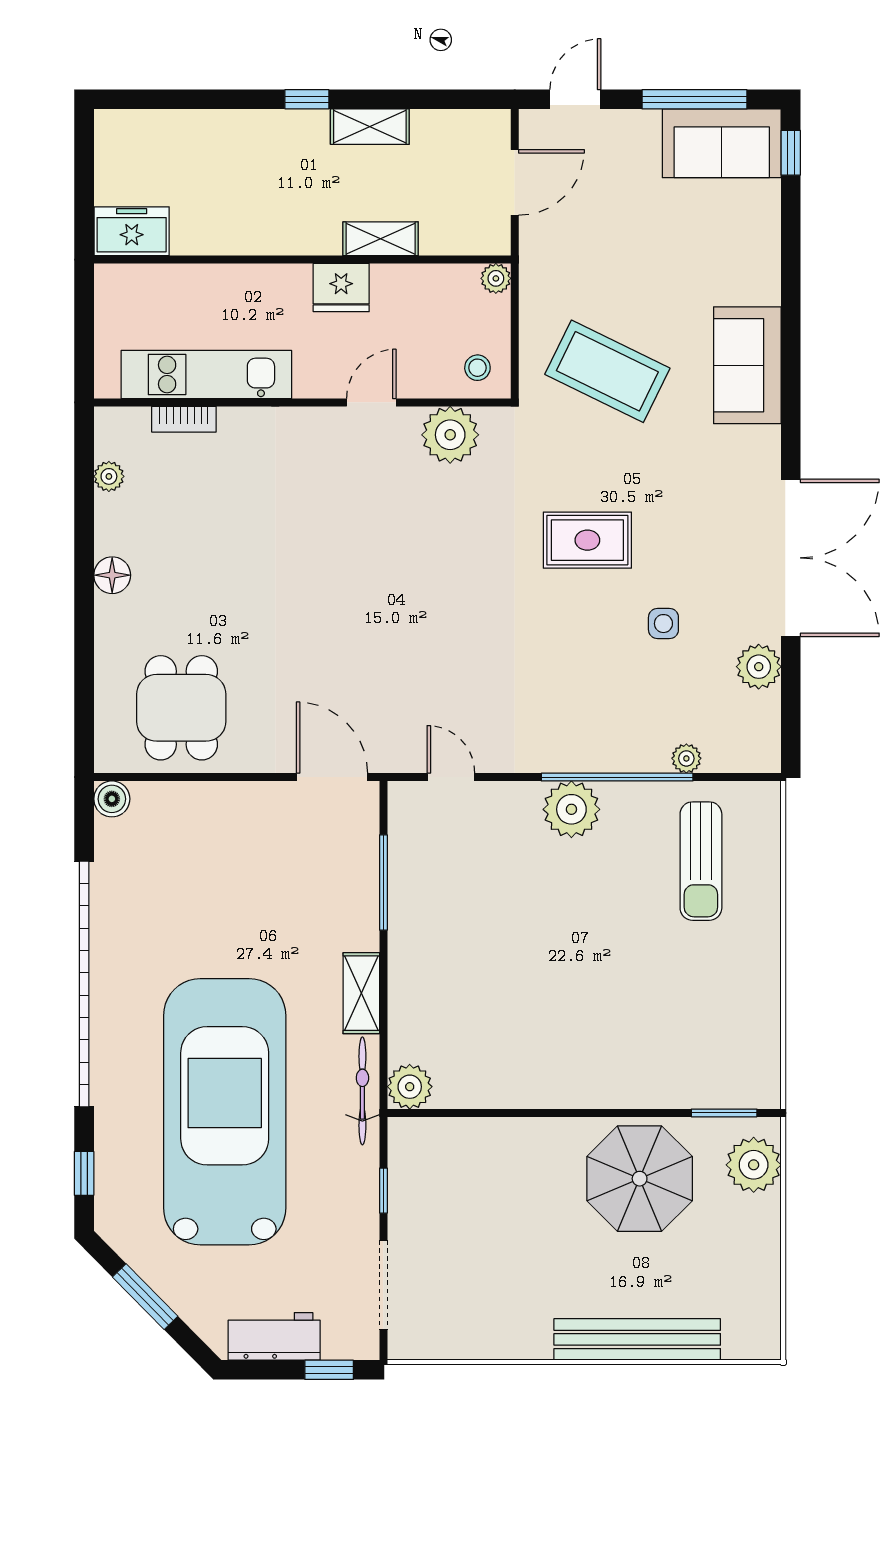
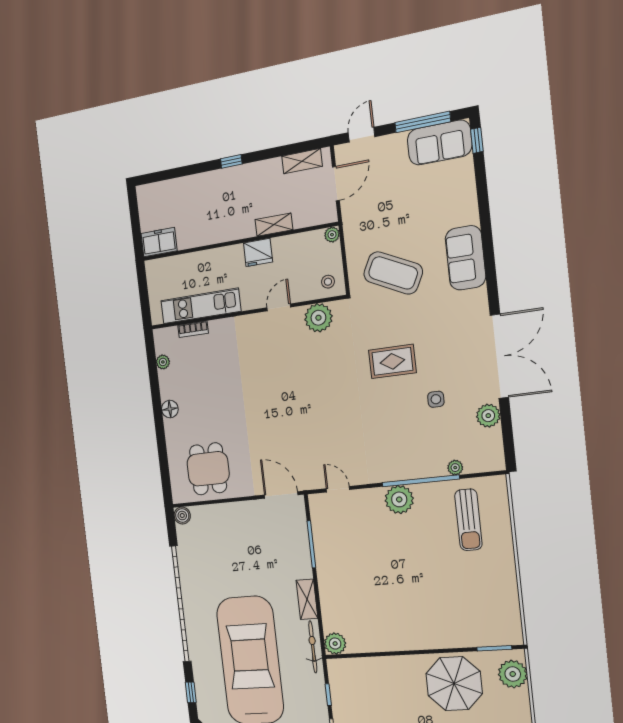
shelving: (370, 127) -> (302, 161), moved

